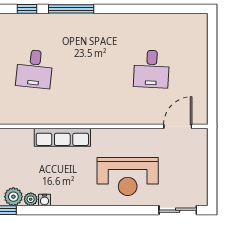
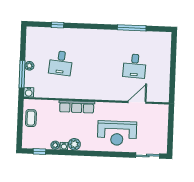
window: (71, 9) -> (132, 28), moved
door: (178, 126) -> (137, 102), moved
plant: (13, 197) -> (74, 144), moved

